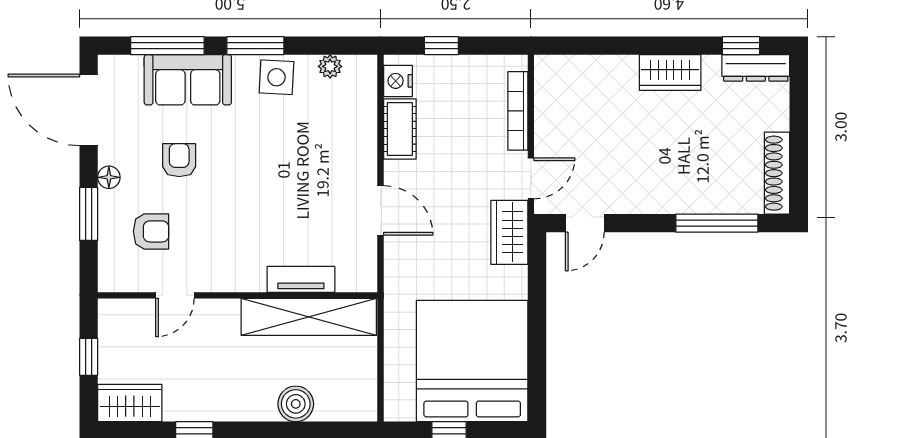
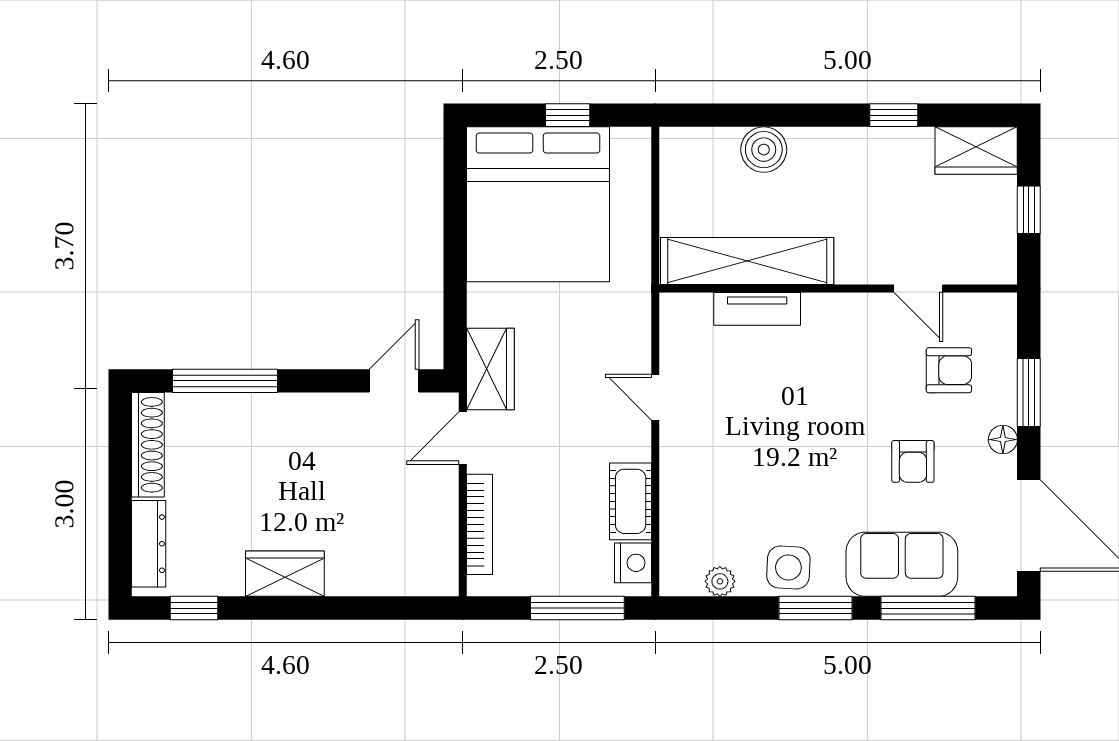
window: (441, 46) -> (577, 608), width x2.17
dresser: (756, 68) -> (149, 544), moved, turned 90
door: (381, 210) -> (655, 397), width x0.73
armchair: (151, 231) -> (949, 370), turned 180
door: (175, 295) -> (918, 288), swing flipped

